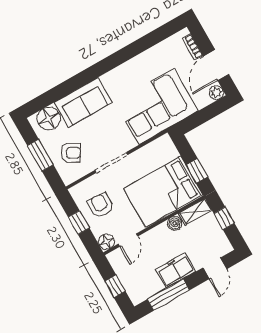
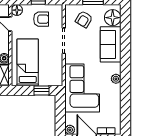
plant: (121, 72) -> (116, 79), added
window: (197, 171) -> (42, 90), moved
bed: (163, 192) -> (28, 62), width x0.67

